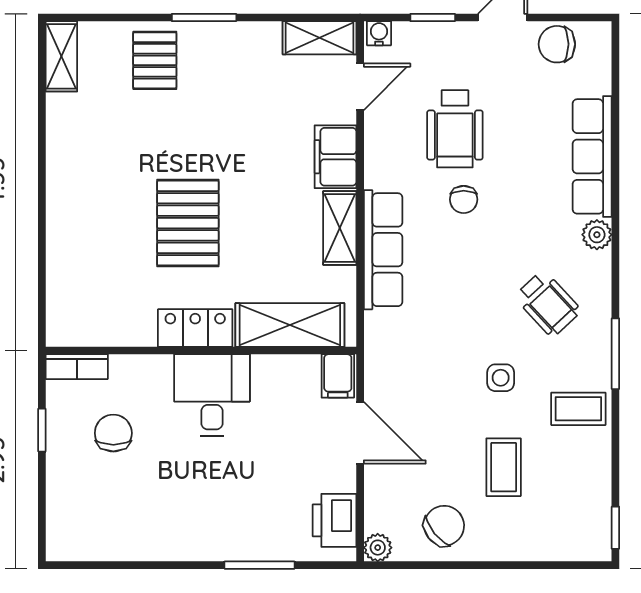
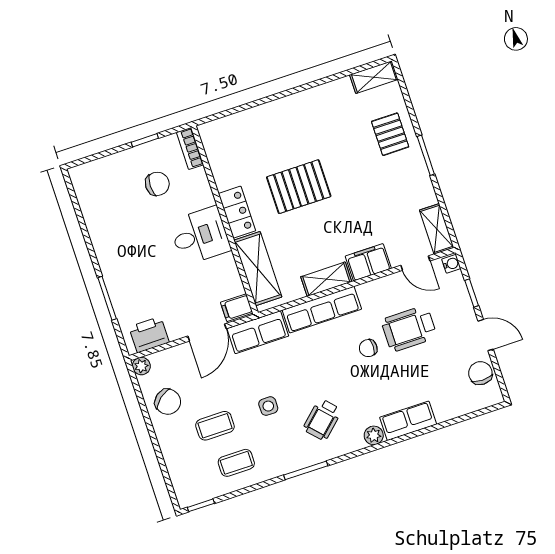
pallet: (155, 60) -> (390, 134), turned 90
row of seats: (592, 156) -> (408, 421), width x0.68
row of seats: (385, 357) -> (258, 332), added
coffee table: (578, 409) -> (236, 463), moved, turned 90

